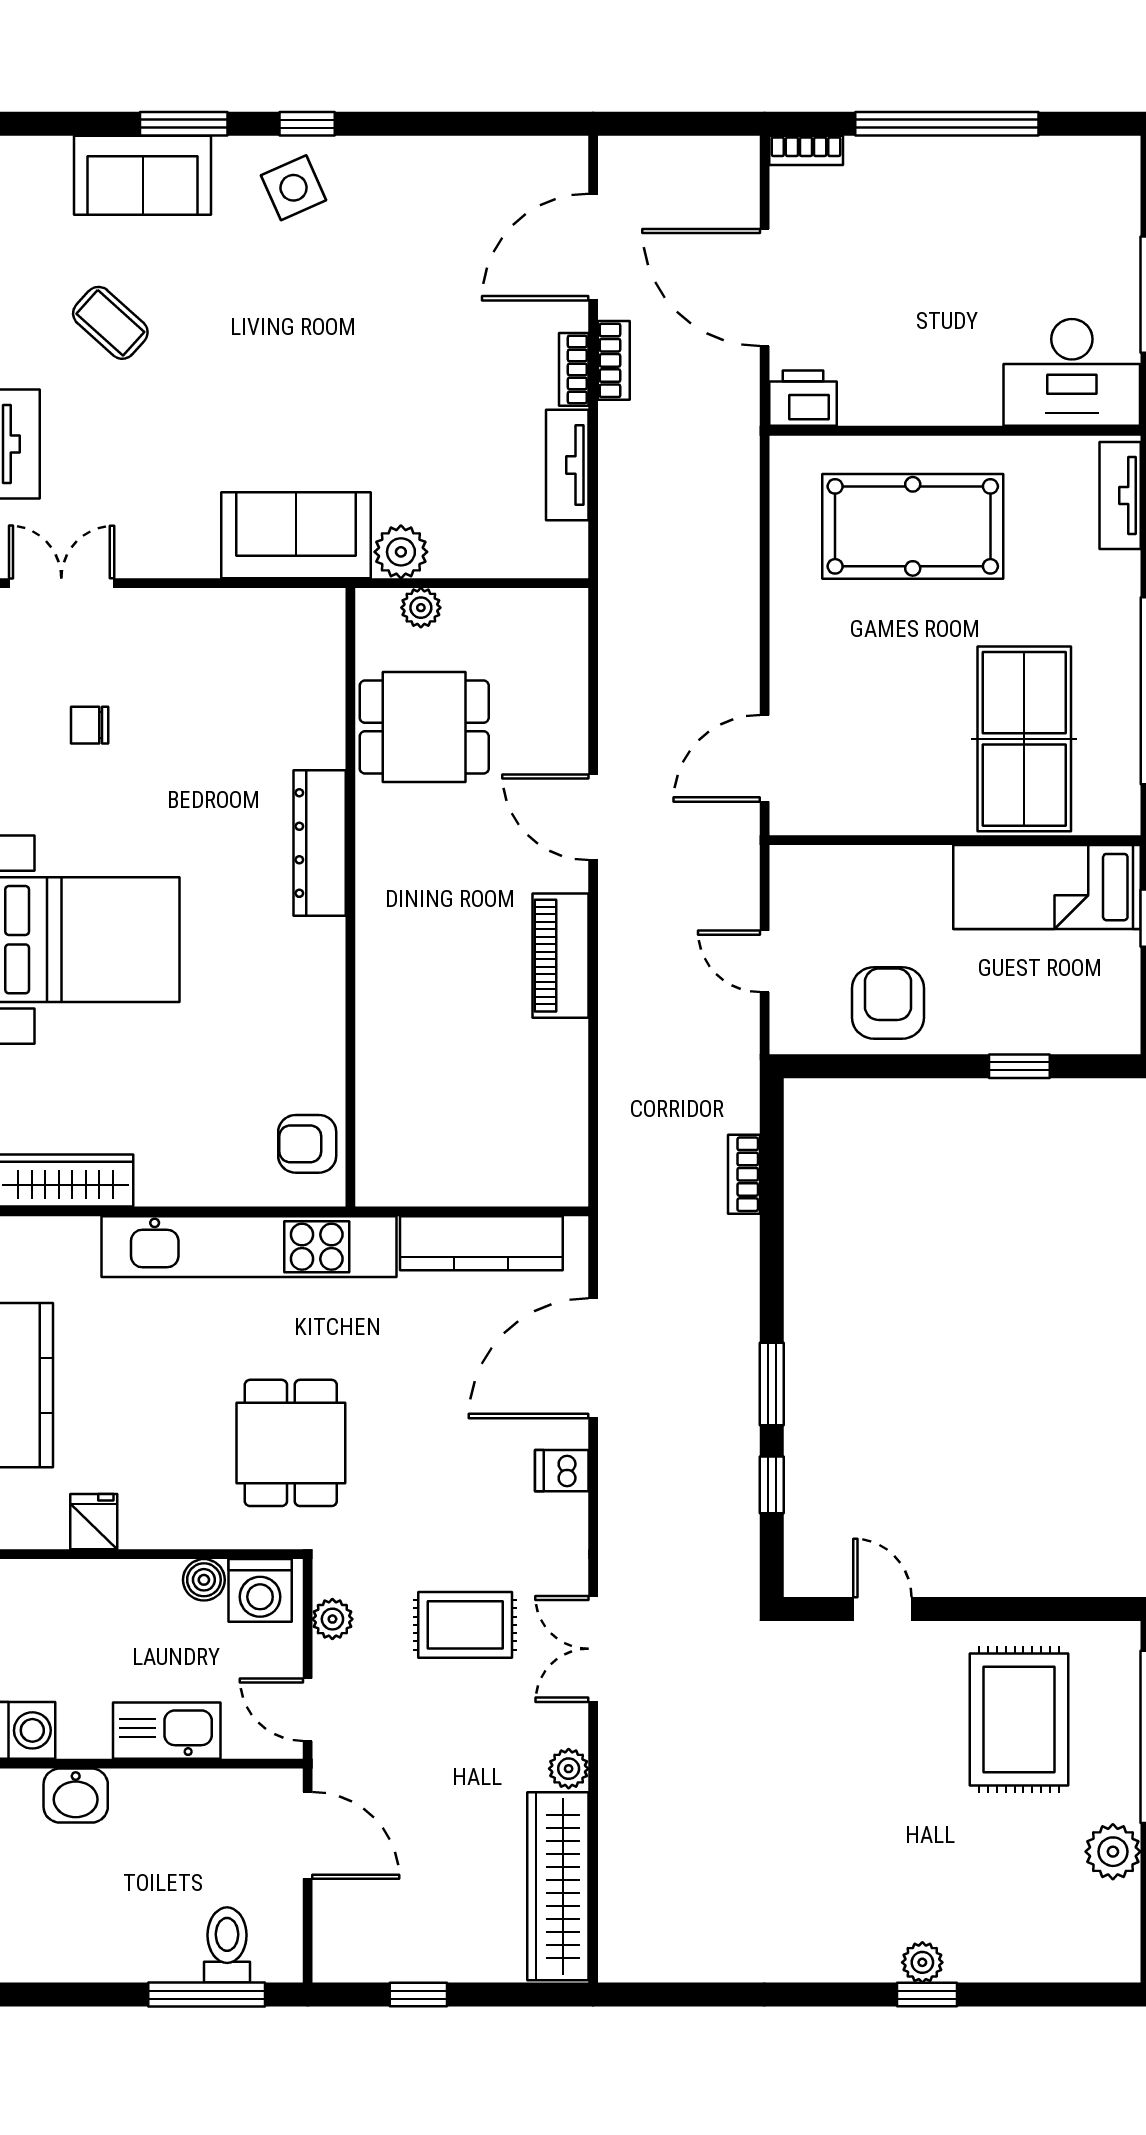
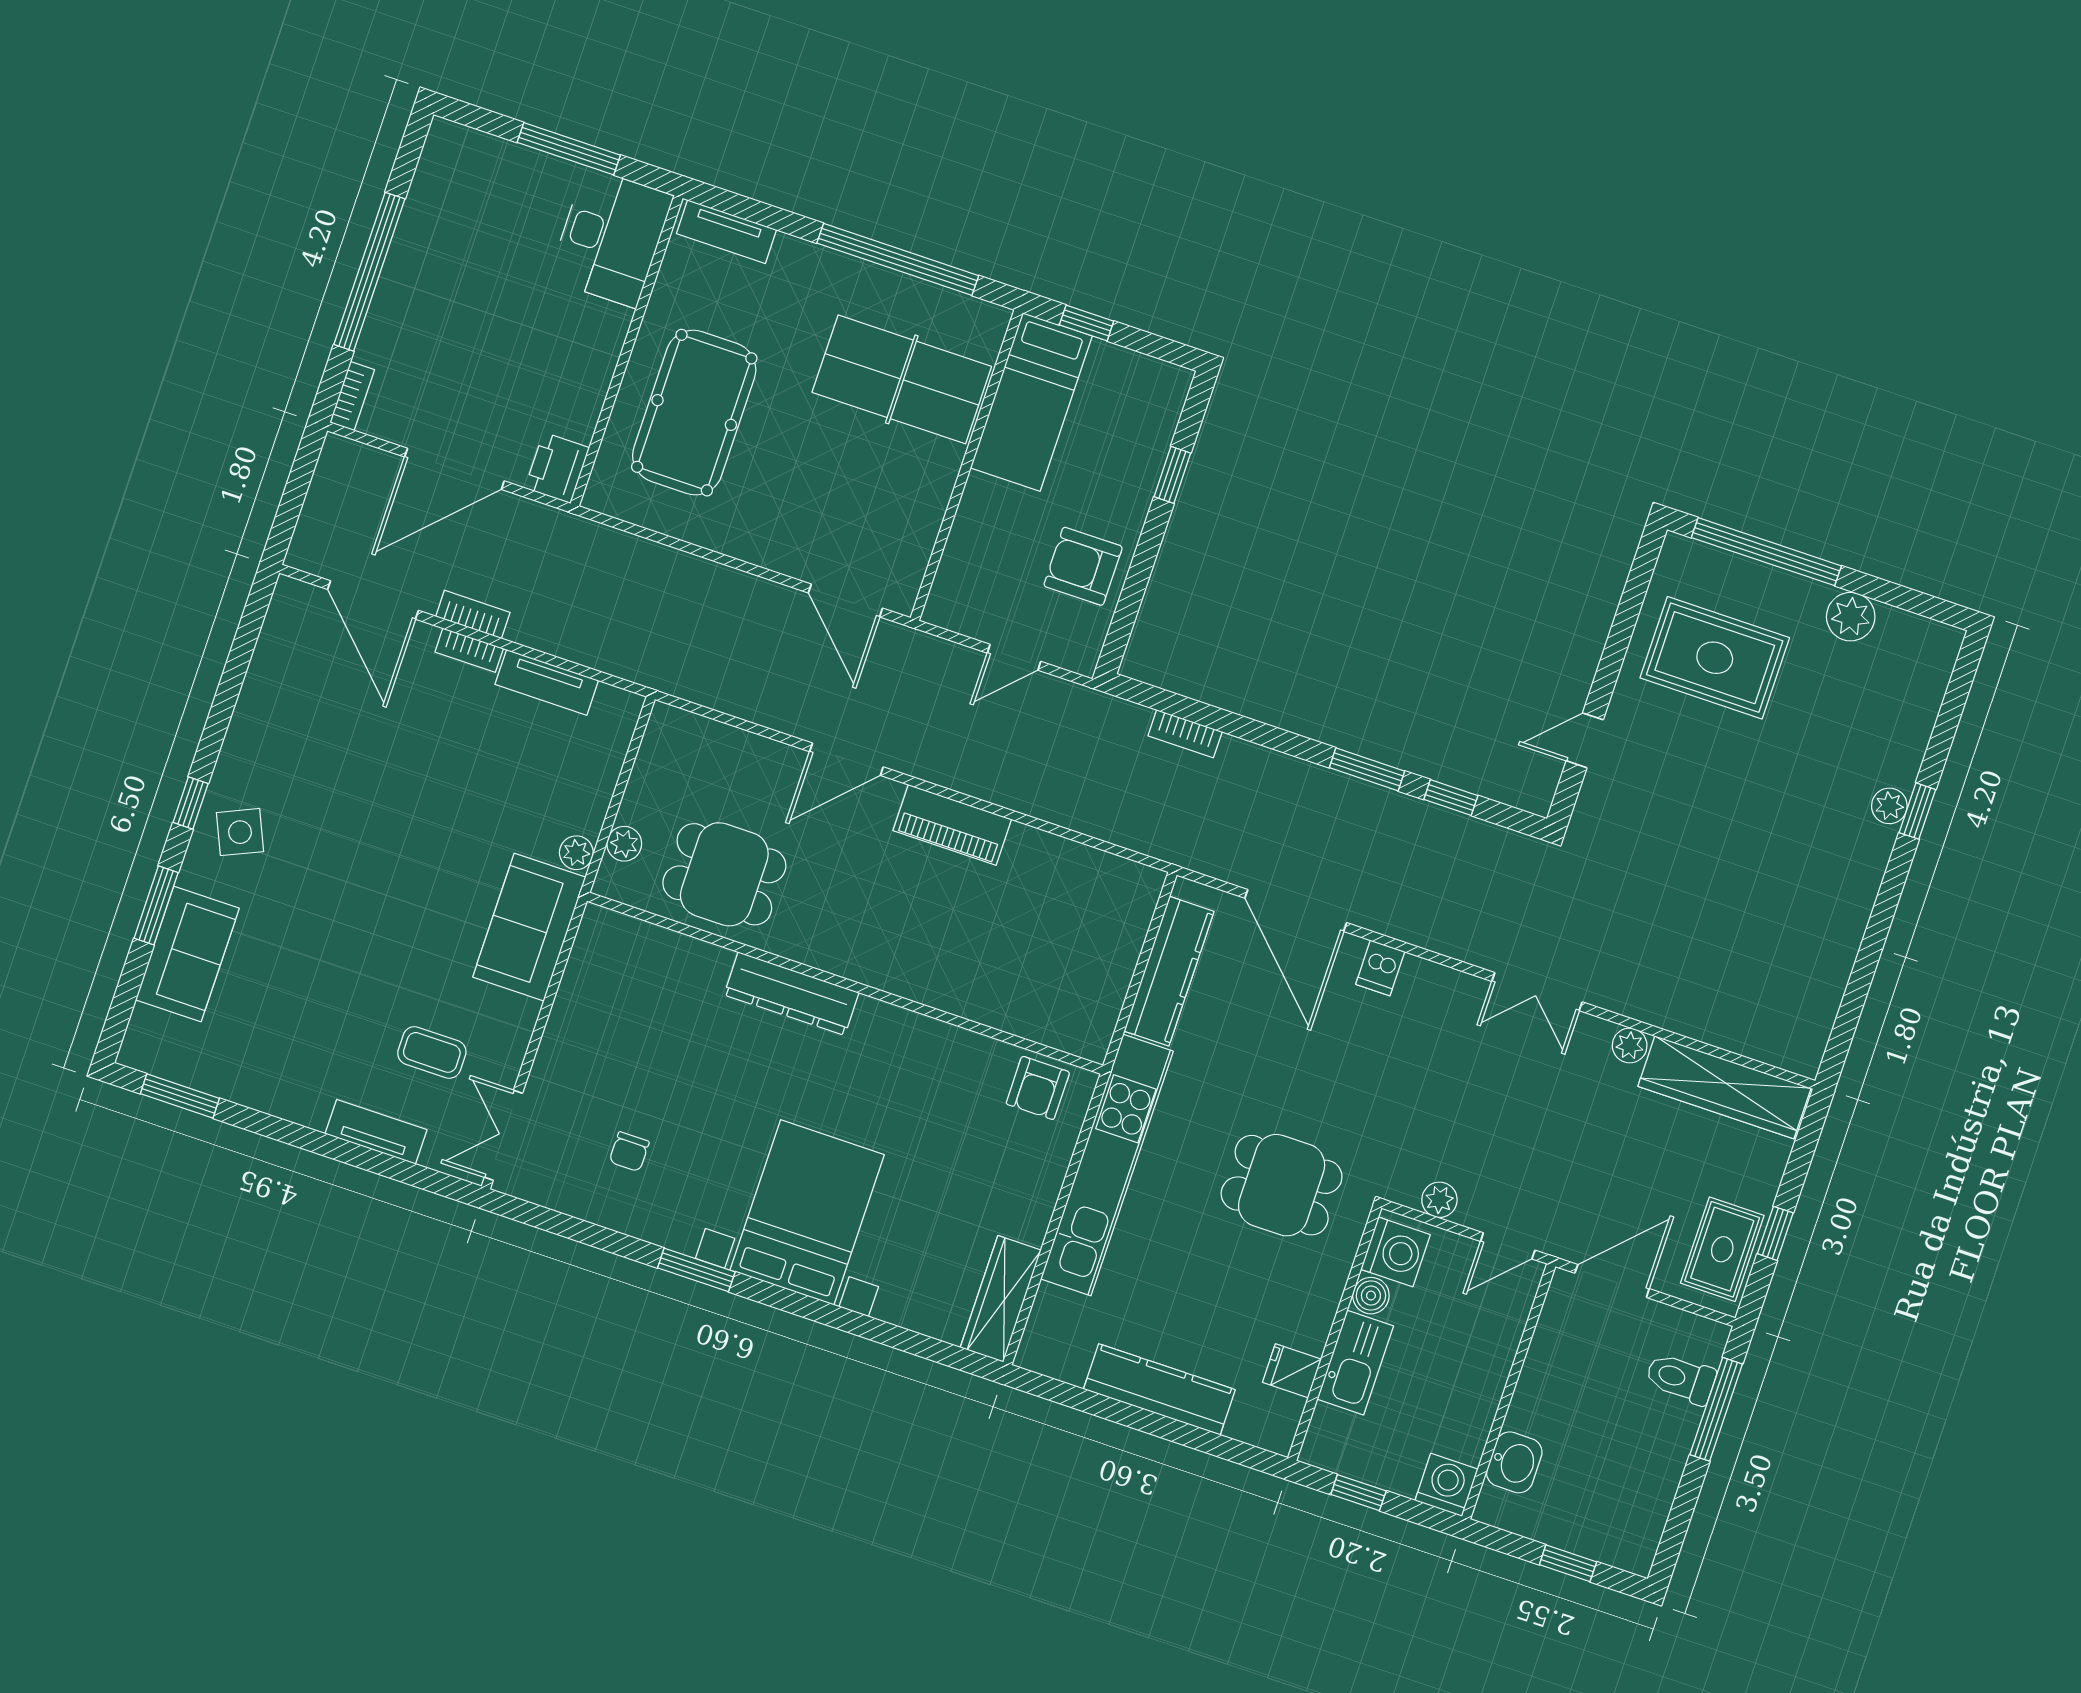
coffee table: (110, 323) -> (432, 1052), moved, turned 48
plant: (401, 552) -> (576, 853), width x0.73, depth x0.73
dining table: (424, 727) -> (724, 874), turned 90
rug: (465, 1625) -> (1722, 1249), moved
kitchen sink: (167, 1731) -> (1355, 1363), moved, turned 180

